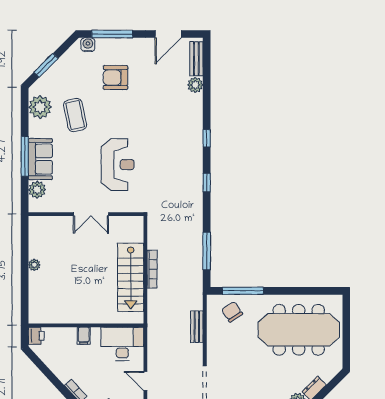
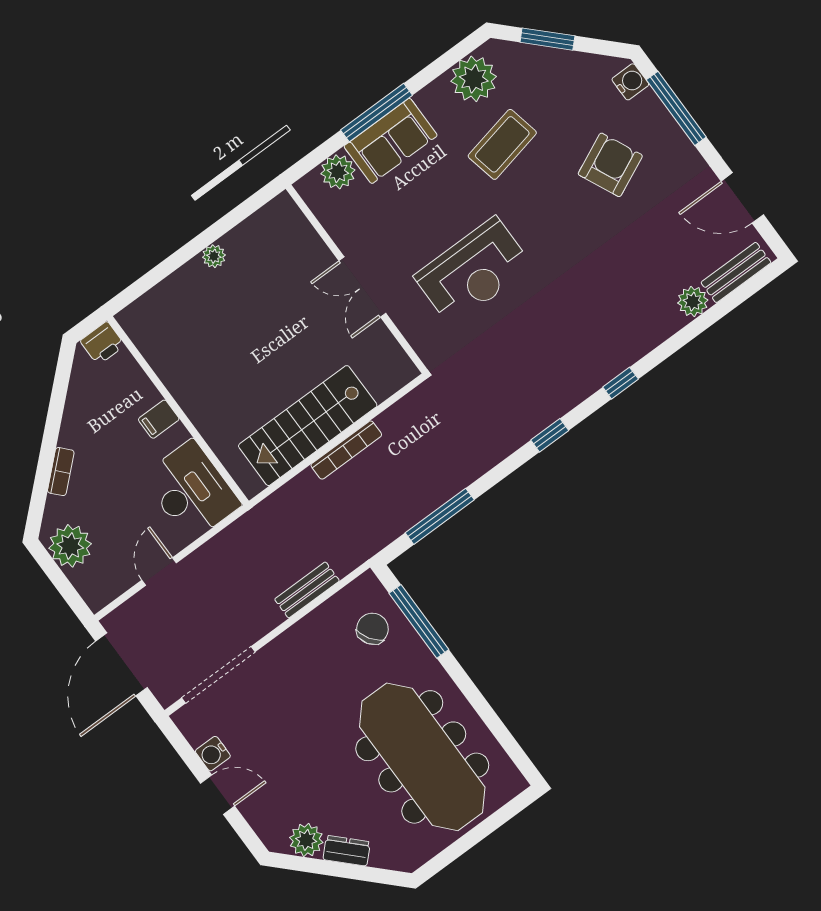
armchair: (115, 77) -> (610, 165), turned 65

